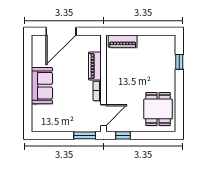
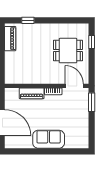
piano: (123, 41) -> (10, 39), moved
dining table: (158, 109) -> (68, 51), moved
window: (123, 135) -> (92, 42), moved

